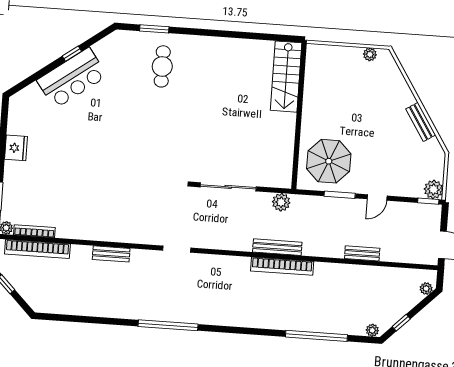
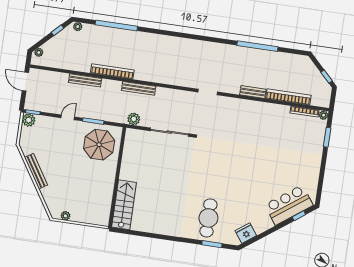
window: (72, 54) -> (299, 216), moved
cafe table: (162, 66) -> (208, 218), width x1.37, depth x1.35
bar counter: (72, 78) -> (289, 205), moved
bench: (421, 122) -> (36, 171), width x1.36
fridge: (16, 148) -> (246, 233), moved, turned 54
bookcase: (37, 249) -> (288, 97), moved
bench: (362, 253) -> (85, 80), width x1.36
bookcase: (282, 266) -> (112, 71), moved
window: (168, 325) -> (257, 46), moved

